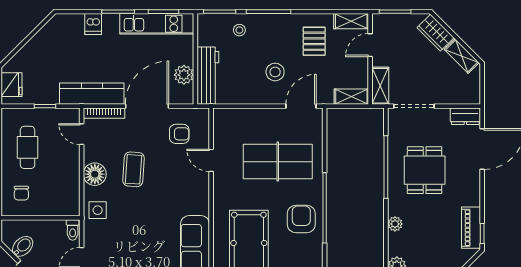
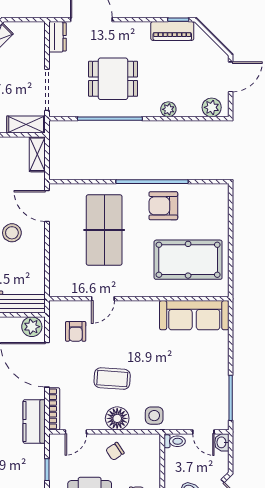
plant: (184, 75) -> (32, 327), moved
kitchen counter: (92, 94) -> (34, 422), width x0.67
armchair: (179, 134) -> (76, 331), turned 180
chair: (63, 172) -> (115, 451), added

